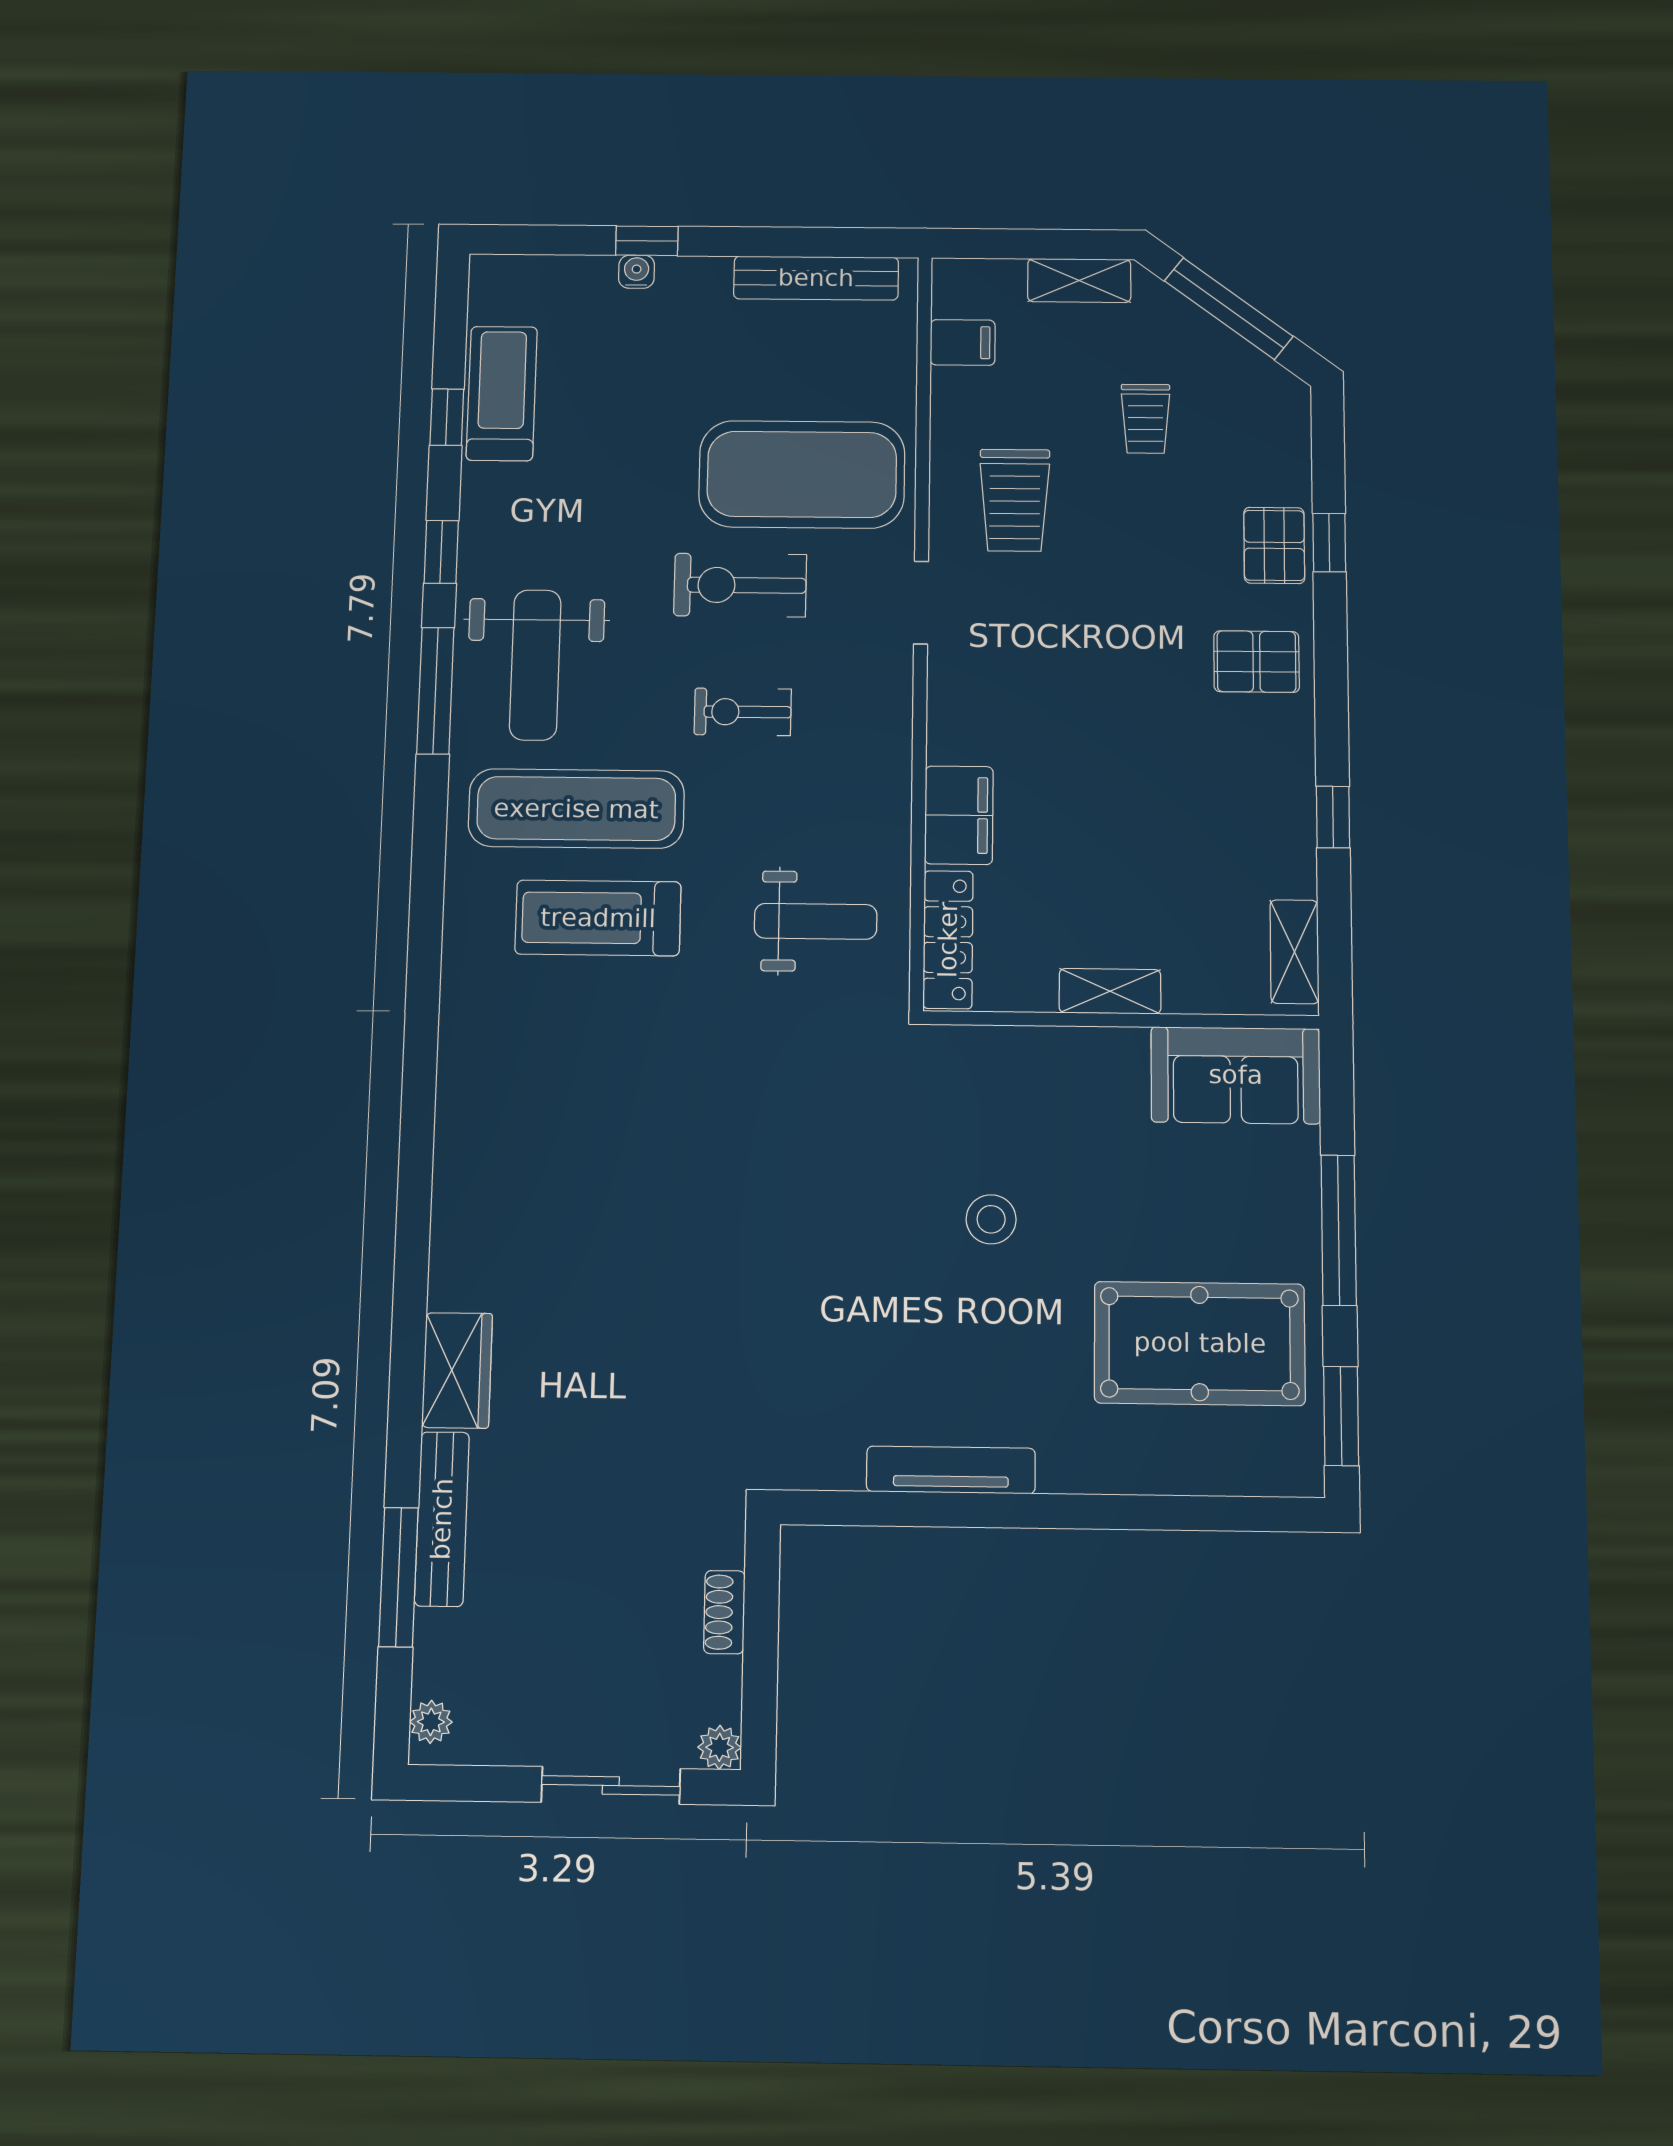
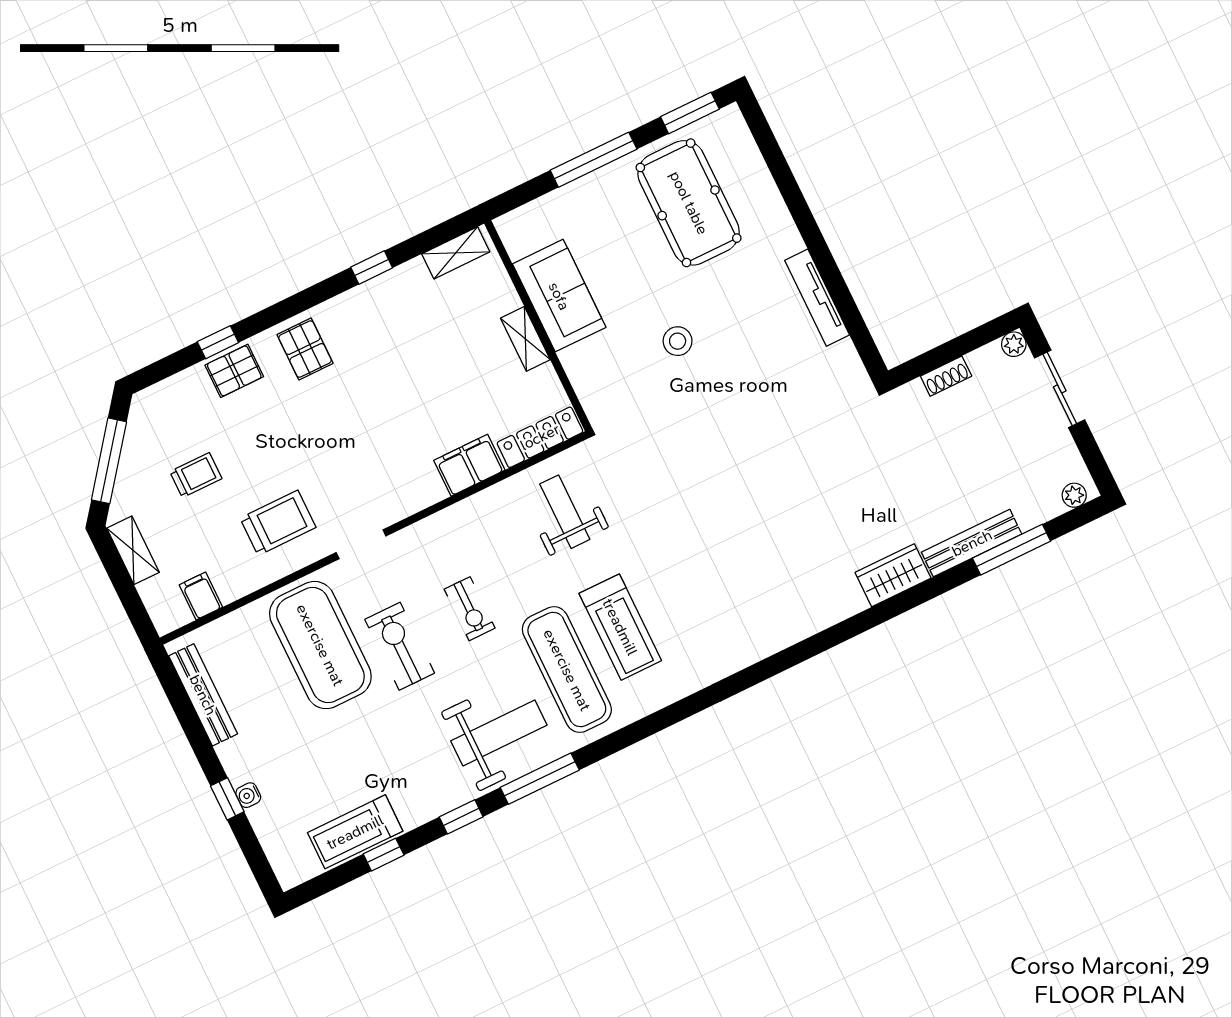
exercise bike: (740, 585) -> (400, 646), turned 180
sofa: (1236, 1075) -> (559, 296), moved

